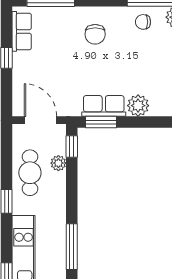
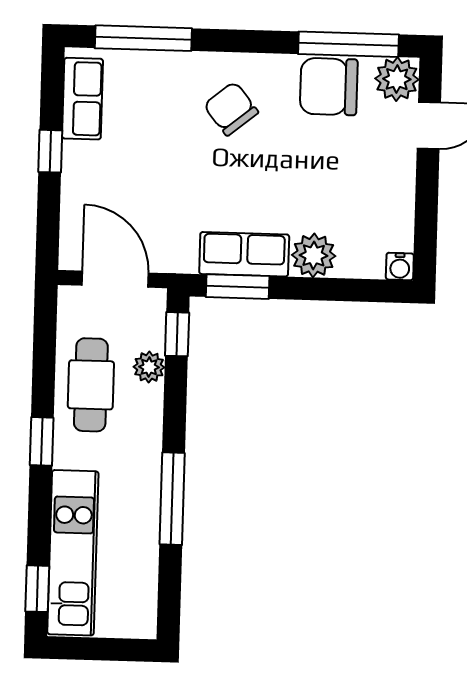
chair: (143, 22) -> (329, 87), width x1.87, depth x1.87
chair: (95, 34) -> (231, 109), turned 141
window: (72, 247) -> (172, 499), moved

